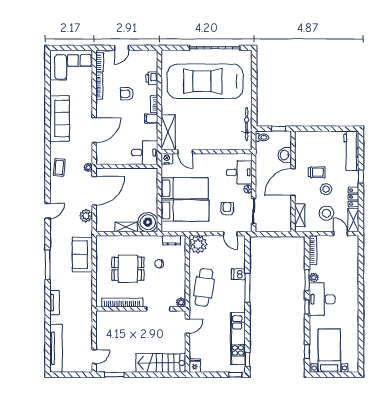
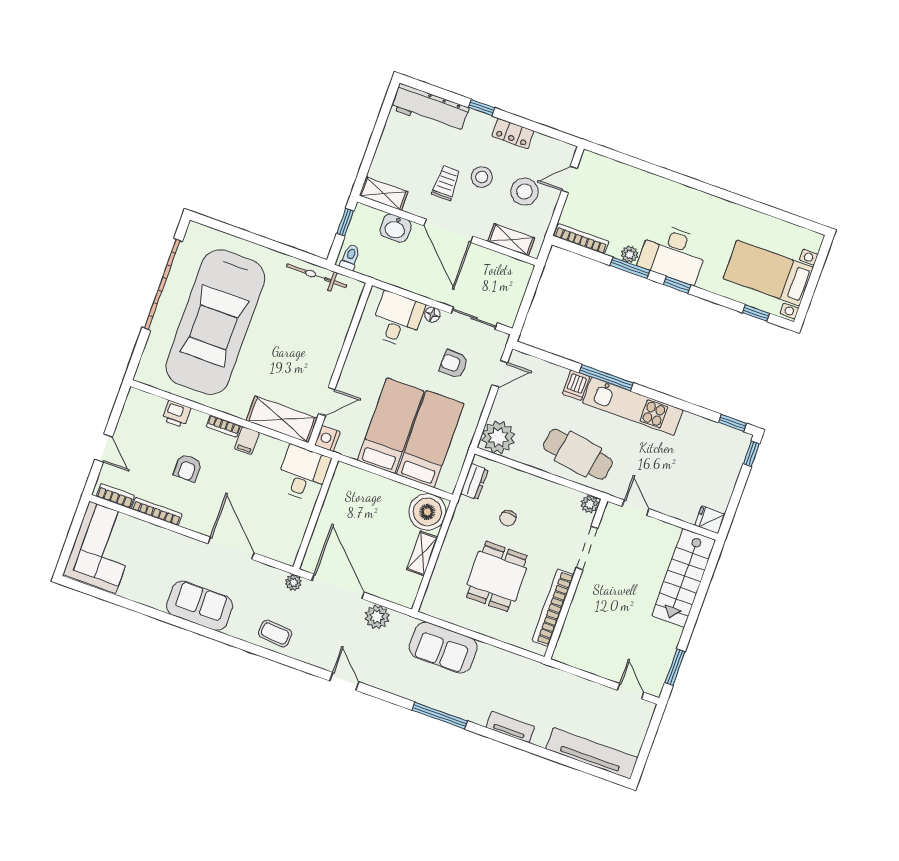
sofa: (60, 118) -> (200, 606), width x0.73
shelving: (353, 220) -> (384, 194), moved
kitchen unit: (238, 338) -> (633, 406), moved

